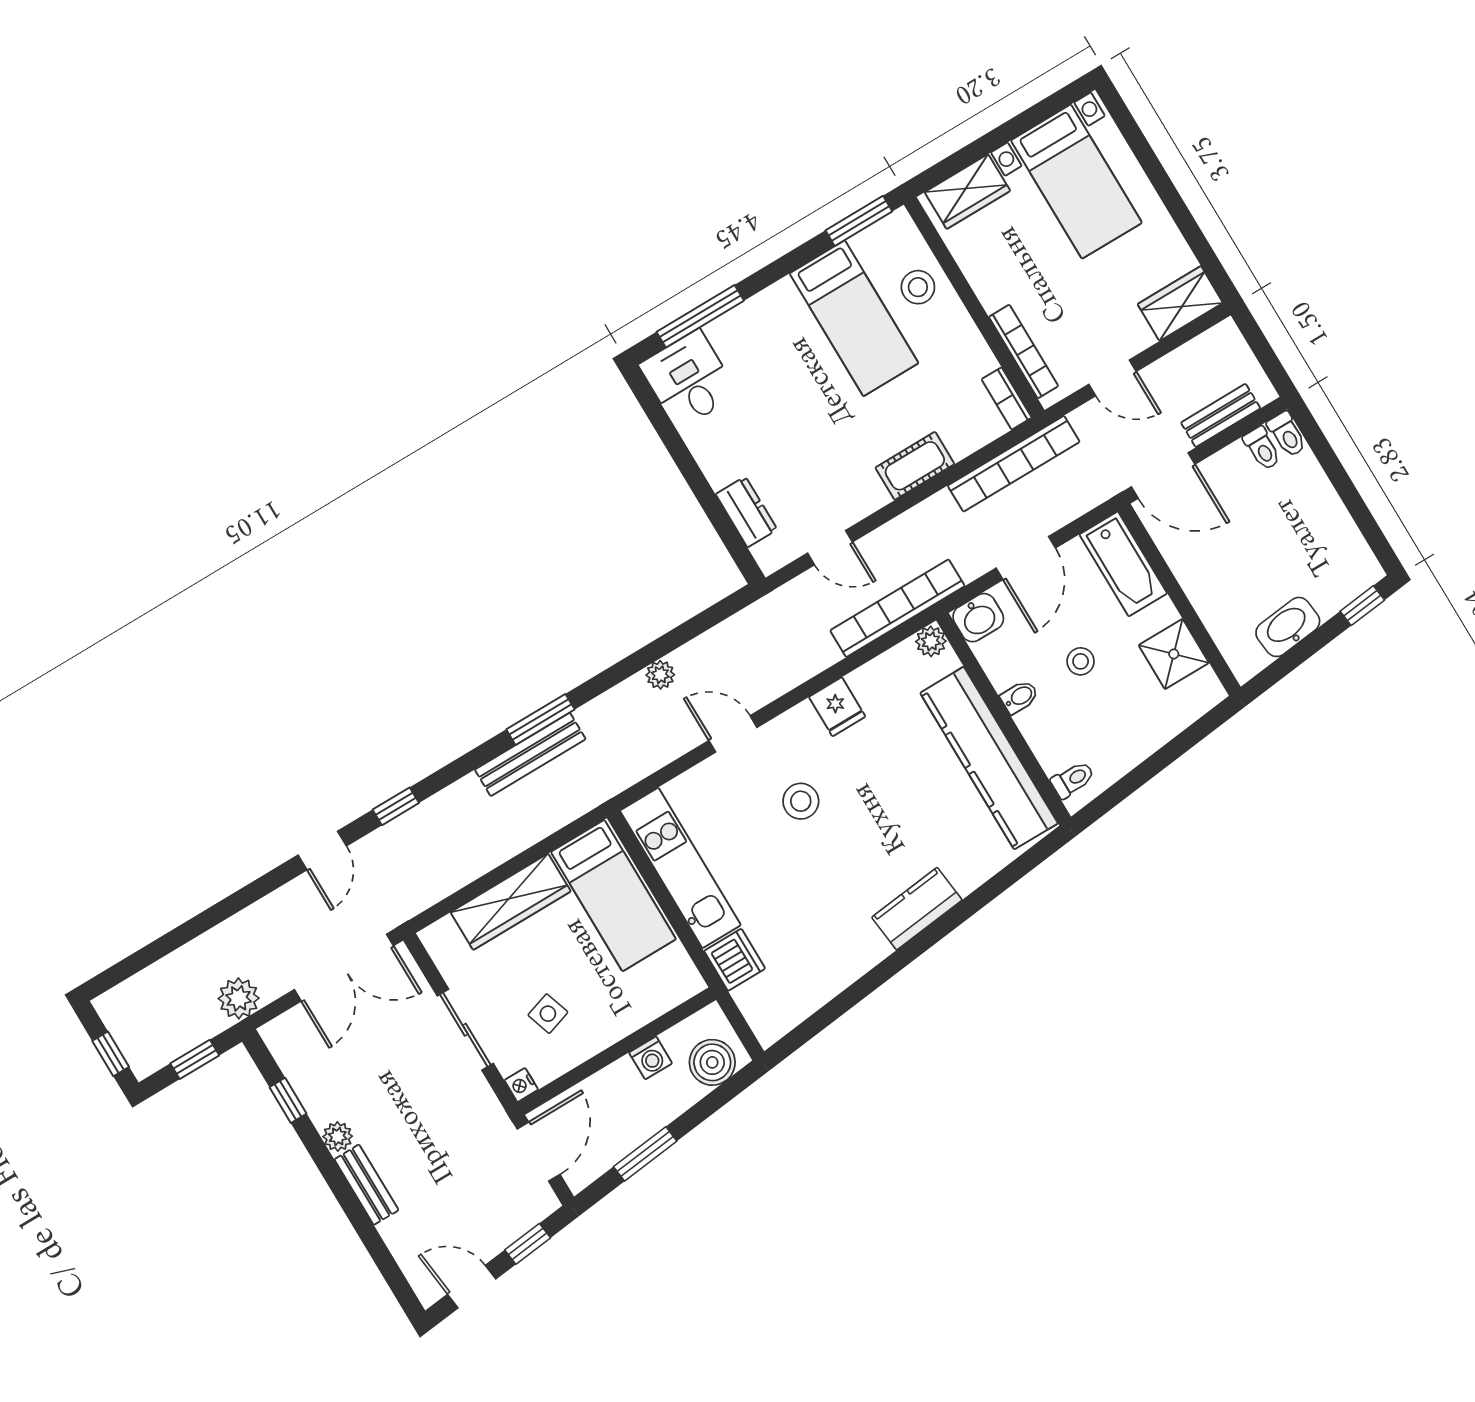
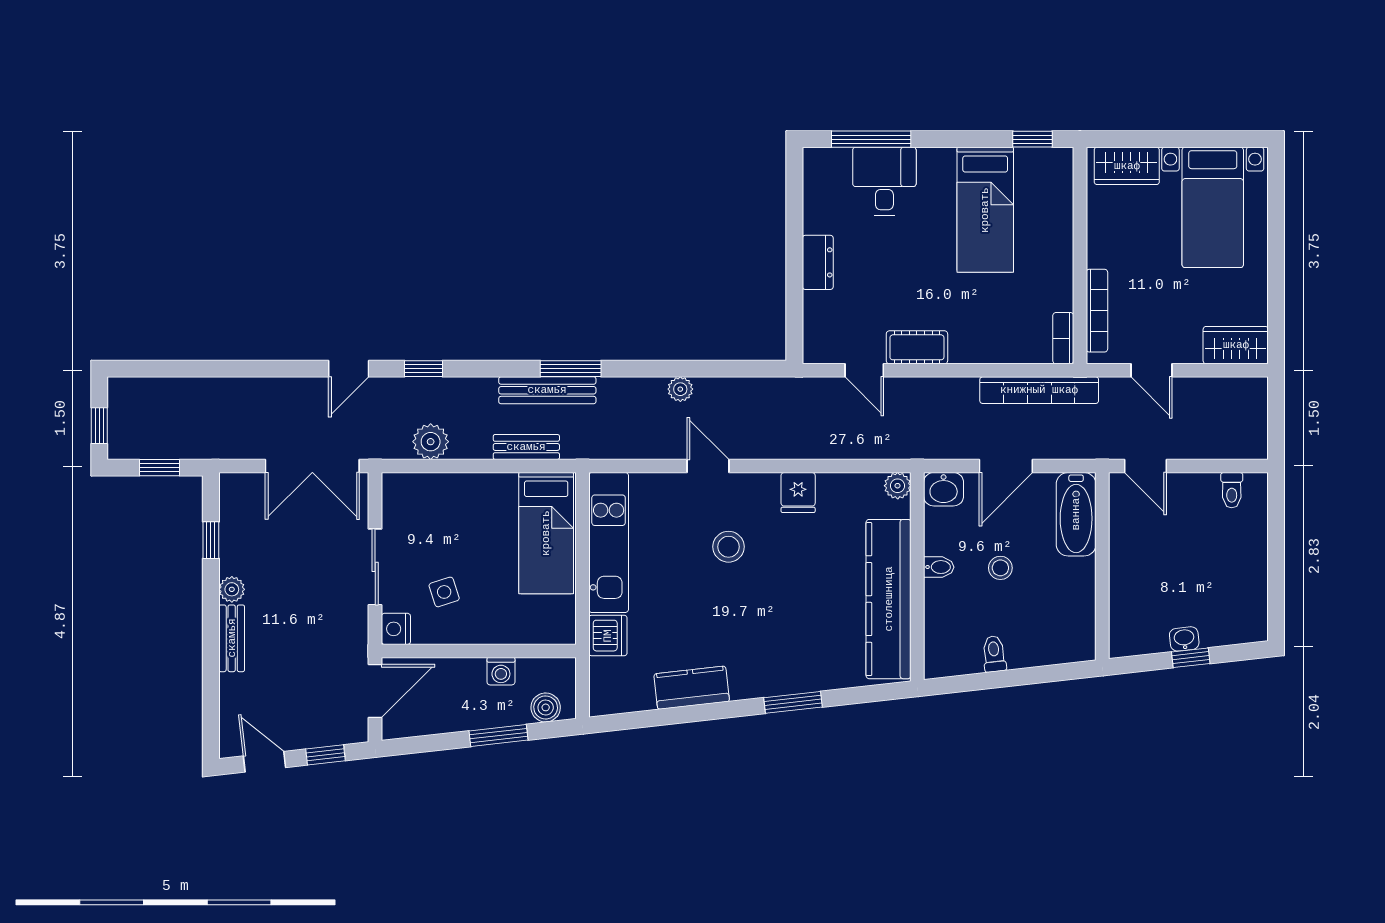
window: (859, 221) -> (1033, 139), width x0.67
stool: (918, 287) -> (1047, 215), removed
desk: (689, 379) -> (884, 181), moved
bench: (1221, 415) -> (526, 447), moved
toilet: (1287, 434) -> (1257, 491), removed
cot: (915, 466) -> (917, 347), moved
door: (1163, 475) -> (1146, 466), width x0.73
dresser: (746, 512) -> (818, 262), moved
window: (1362, 606) -> (1191, 658), moved
bookcase: (897, 608) -> (887, 446), removed
washbasin: (1288, 627) -> (1184, 639), width x0.52, depth x0.69
shower: (1174, 654) -> (1073, 604), removed
toilet: (1073, 780) -> (994, 654), moved, turned -96
wardrobe: (511, 902) -> (466, 492), removed
kitchen counter: (917, 909) -> (692, 688), moved
window: (956, 916) -> (793, 702), added
plant: (239, 998) -> (431, 442), moved
boiler: (712, 1062) -> (546, 707), width x0.73, depth x0.73
nightstand: (521, 1085) -> (396, 629), width x1.39, depth x1.35
window: (645, 1154) -> (498, 735), moved

